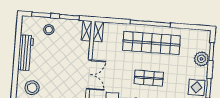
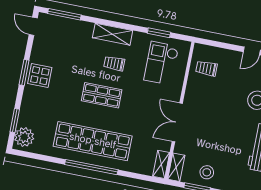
stool: (49, 30) -> (207, 172), moved
plant: (201, 59) -> (24, 137), moved
double door: (89, 74) -> (177, 122), moved

